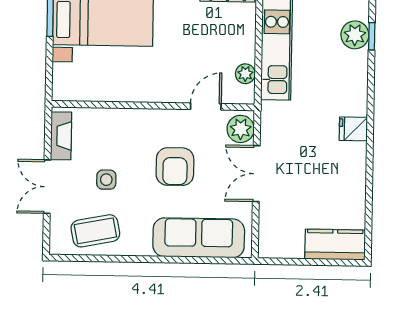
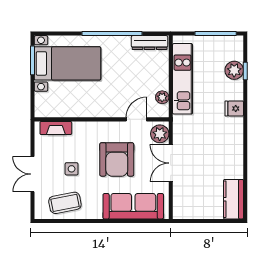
fridge: (353, 129) -> (234, 108), moved
fireplace: (61, 136) -> (56, 128), moved, turned 90
armchair: (175, 167) -> (117, 159), width x1.36, depth x1.36
kitchen counter: (335, 245) -> (233, 199), moved, turned -90

